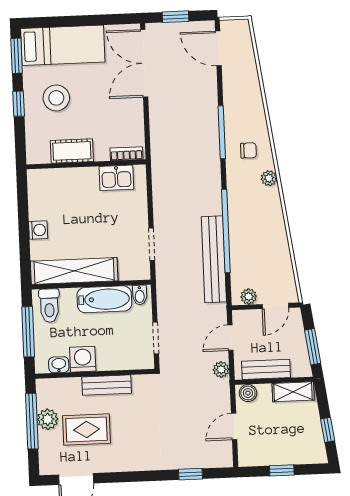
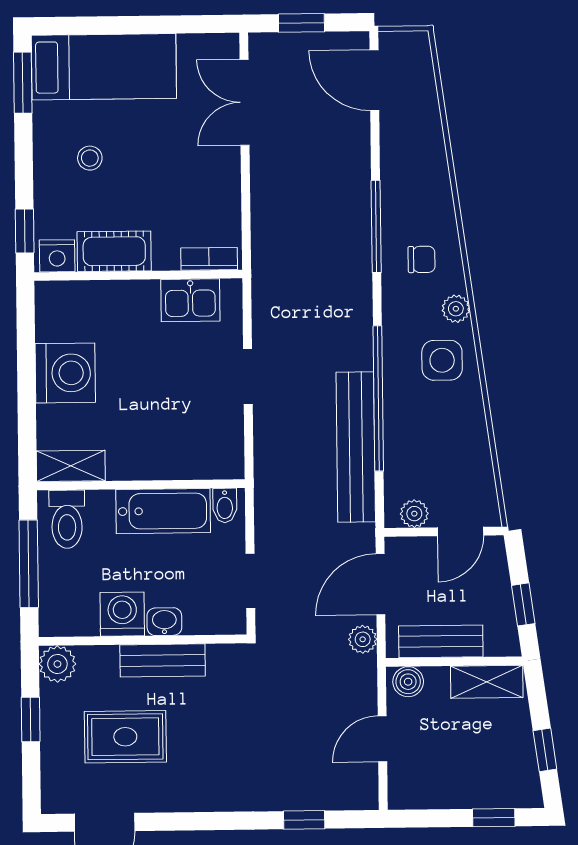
double door: (144, 63) -> (245, 102), width x0.73
stool: (56, 98) -> (90, 158), width x0.53, depth x0.53
window: (19, 104) -> (25, 231), moved
nightstand: (39, 155) -> (57, 256), added
side table: (262, 208) -> (442, 360), added
washing machine: (38, 230) -> (65, 373), width x1.89, depth x1.89
doorway: (152, 244) -> (248, 376), moved
shelving: (74, 271) -> (71, 466), width x0.45, depth x0.75
door: (230, 338) -> (381, 584), width x1.38
window: (313, 347) -> (523, 604), width x0.67
washbasin: (59, 365) -> (164, 622), moved
plant: (48, 419) -> (57, 664), moved
window: (32, 421) -> (31, 719), width x0.46
window: (282, 470) -> (494, 818), moved

